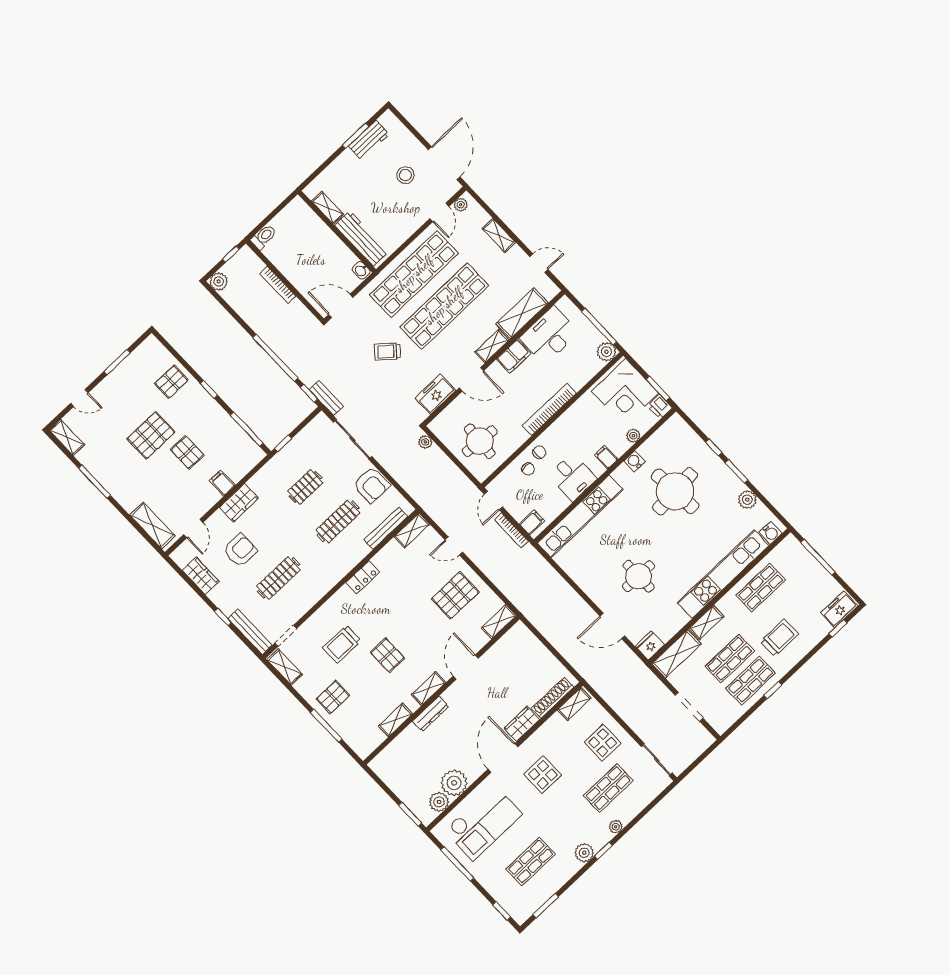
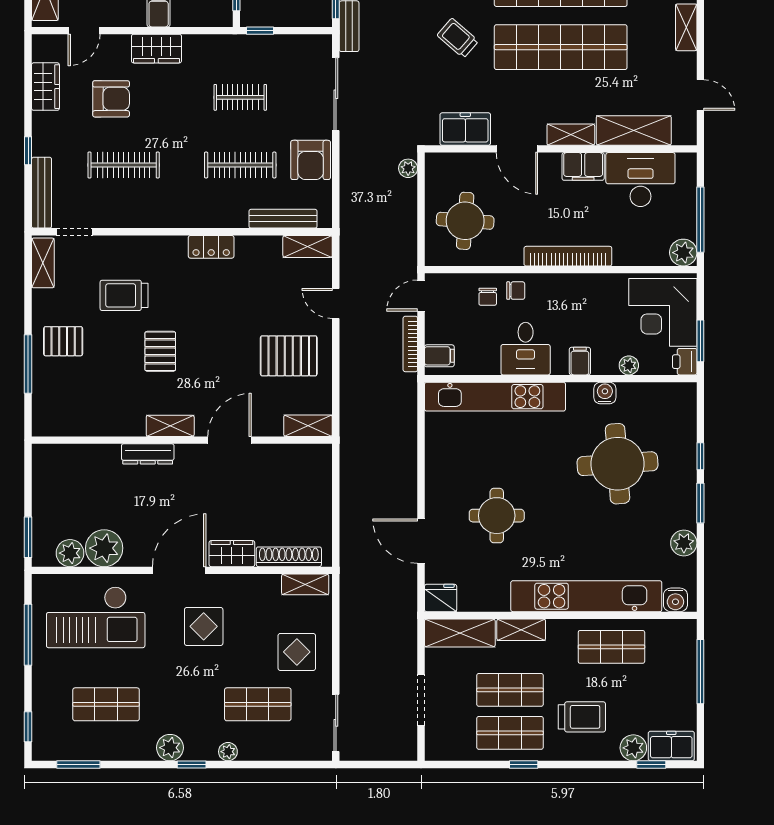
plant: (821, 629) -> (633, 748), added
shelving: (396, 720) -> (105, 426), removed

